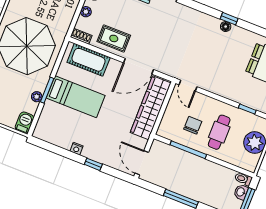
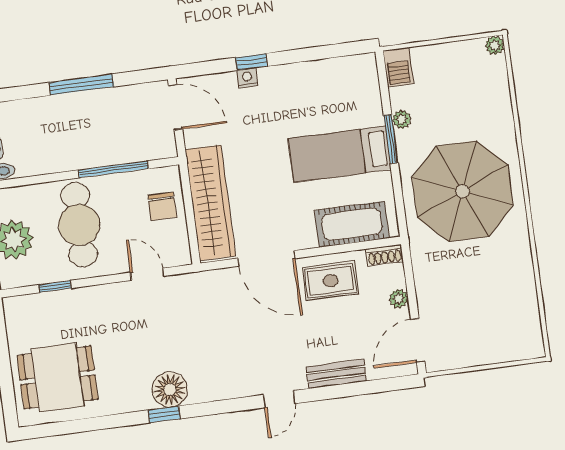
floor lamp: (226, 27) -> (170, 390), width x1.89, depth x1.89
door: (139, 66) -> (266, 258), swing flipped
door: (188, 86) -> (147, 274), moved
chair: (193, 125) -> (162, 206), moved
cafe table: (219, 132) -> (79, 225), width x1.37, depth x1.35
nightstand: (76, 149) -> (247, 78), moved

